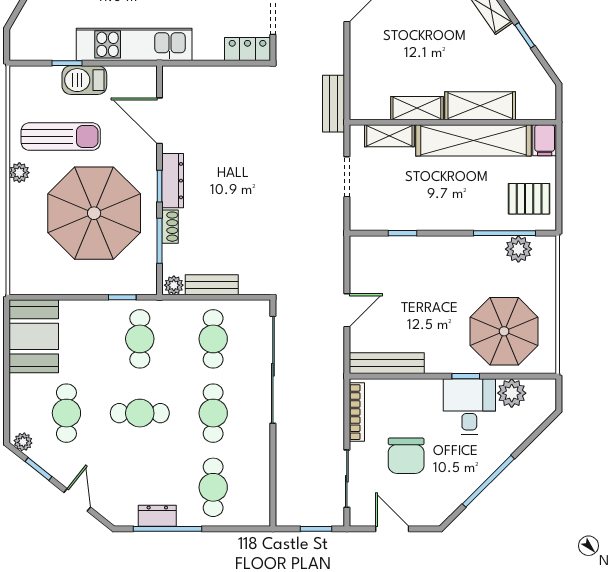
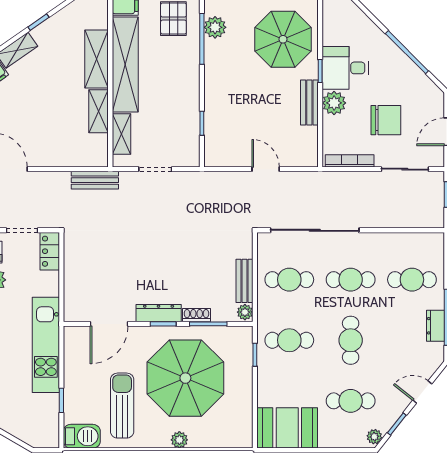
barbecue: (84, 80) -> (82, 436), moved, turned -90
plant: (19, 173) -> (179, 440), moved
bench: (387, 363) -> (309, 102), moved, width x0.73
plant: (512, 393) -> (334, 103), moved

